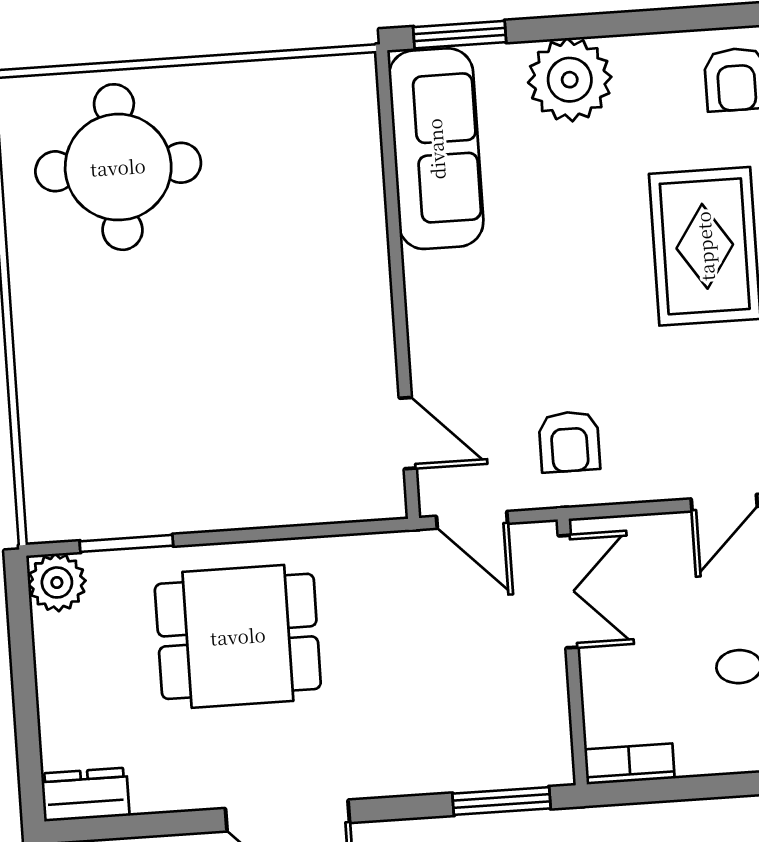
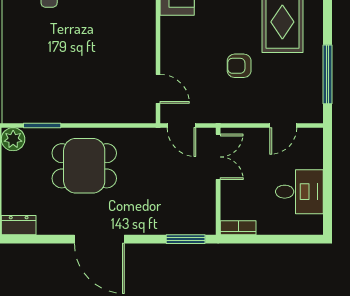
armchair: (569, 442) -> (239, 66), moved, turned 90

